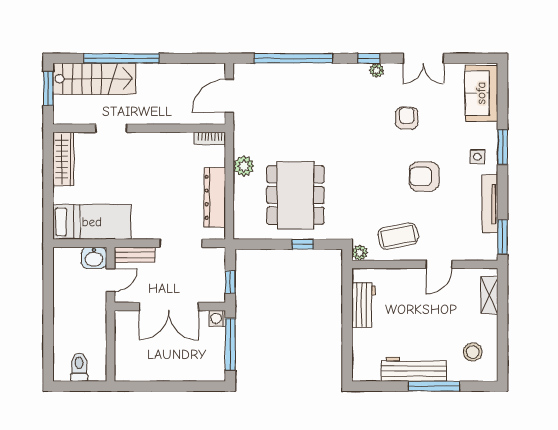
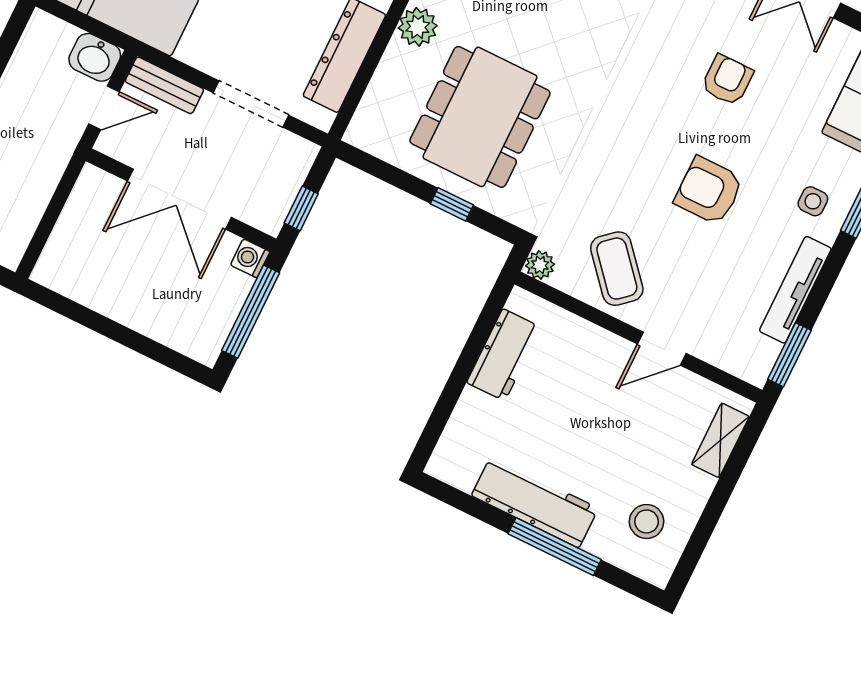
coffee table: (398, 236) -> (617, 269), turned 60

